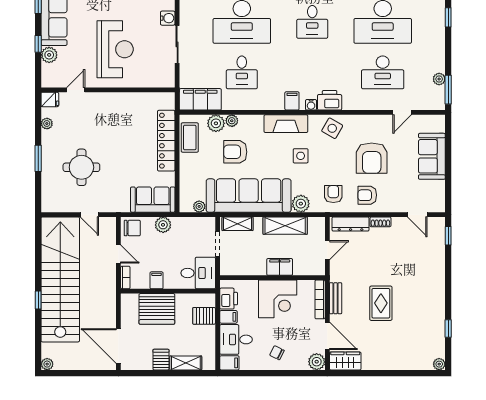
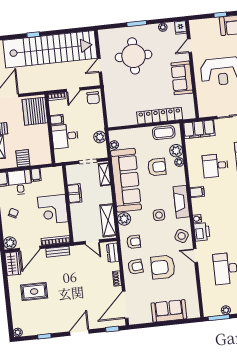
plant: (49, 55) -> (213, 24), removed
door: (76, 90) -> (190, 46), swing flipped
filing cabinet: (200, 99) -> (199, 129), moved, turned 90
filing cabinet: (292, 101) -> (197, 192), moved
door: (402, 112) -> (195, 256), moved
armchair: (235, 152) -> (157, 167), turned 90
round table: (81, 167) -> (134, 56), width x1.36, depth x1.36
armchair: (367, 195) -> (135, 267), turned 85
sofa: (153, 200) -> (182, 78), moved, turned 180
door: (417, 215) -> (125, 305), width x1.87
dresser: (351, 224) -> (113, 253), width x0.70
plant: (163, 225) -> (100, 137), moved
shelving: (285, 226) -> (108, 220), moved
filing cabinet: (280, 267) -> (75, 193), moved
desk: (198, 273) -> (65, 136), moved, turned 90
door: (448, 281) -> (79, 333), added
printer: (229, 299) -> (49, 174), removed
rug: (381, 303) -> (34, 292), moved
server rack: (157, 309) -> (35, 111), moved
server rack: (204, 316) -> (23, 158), moved

